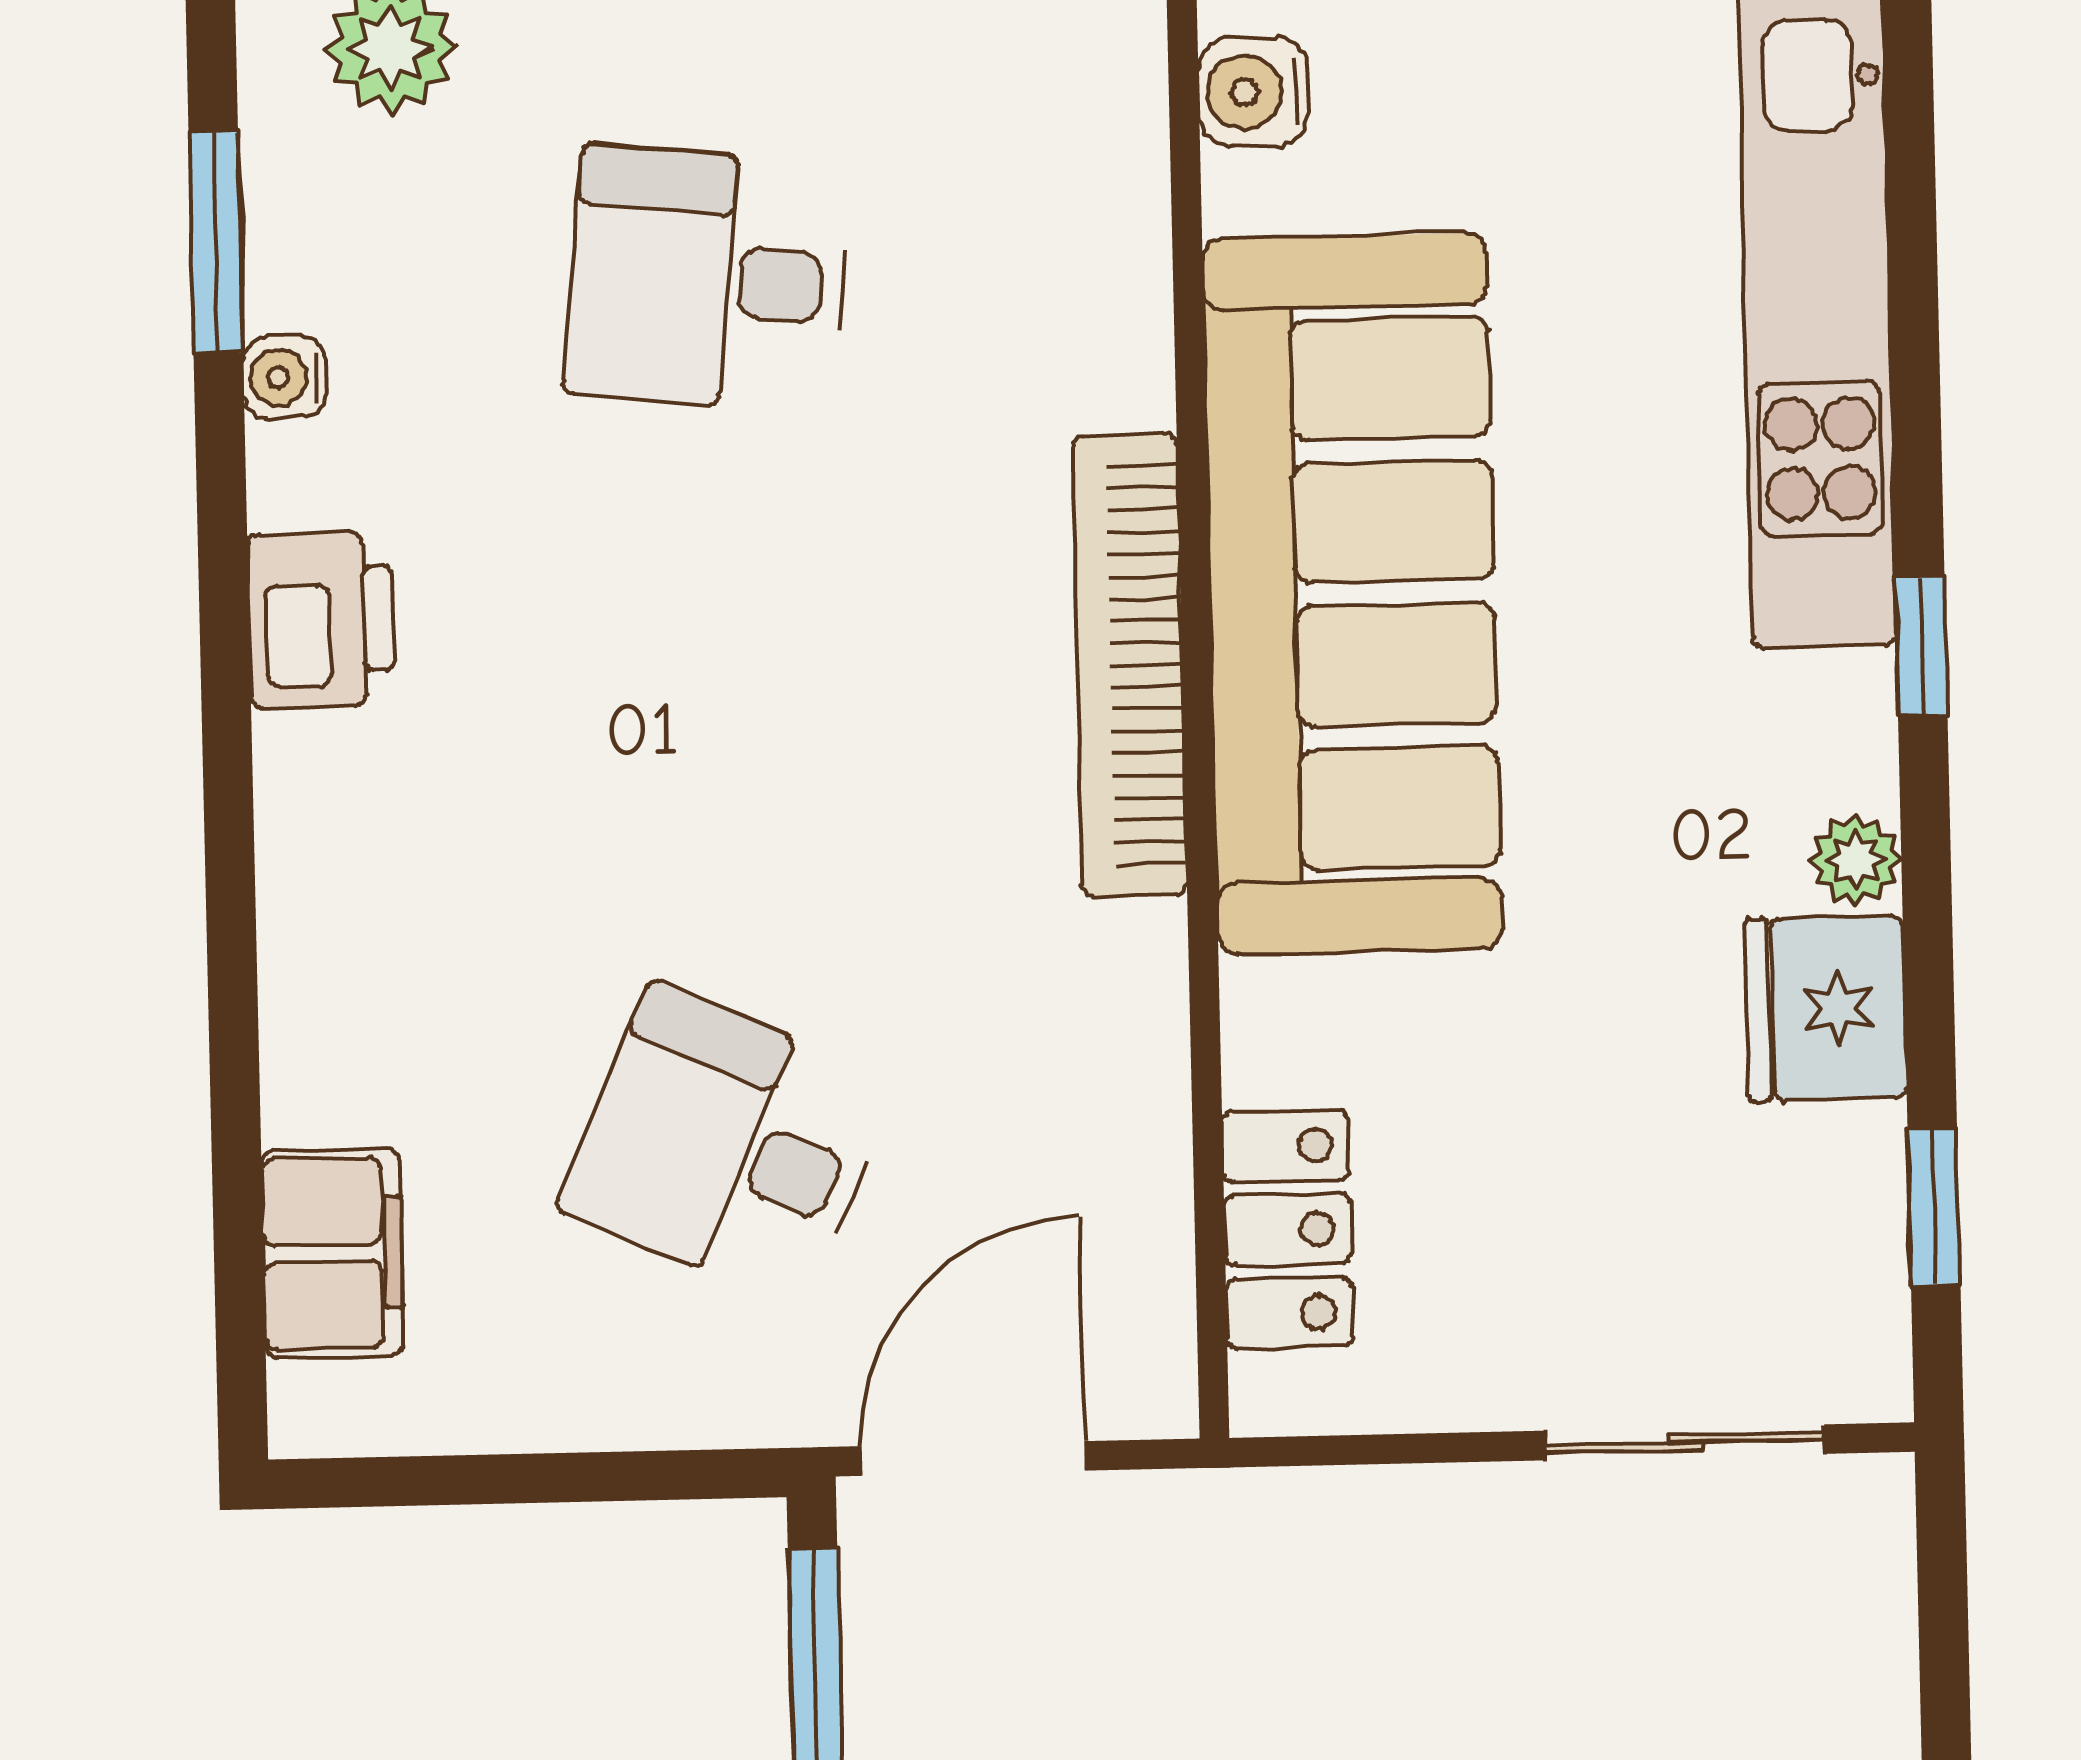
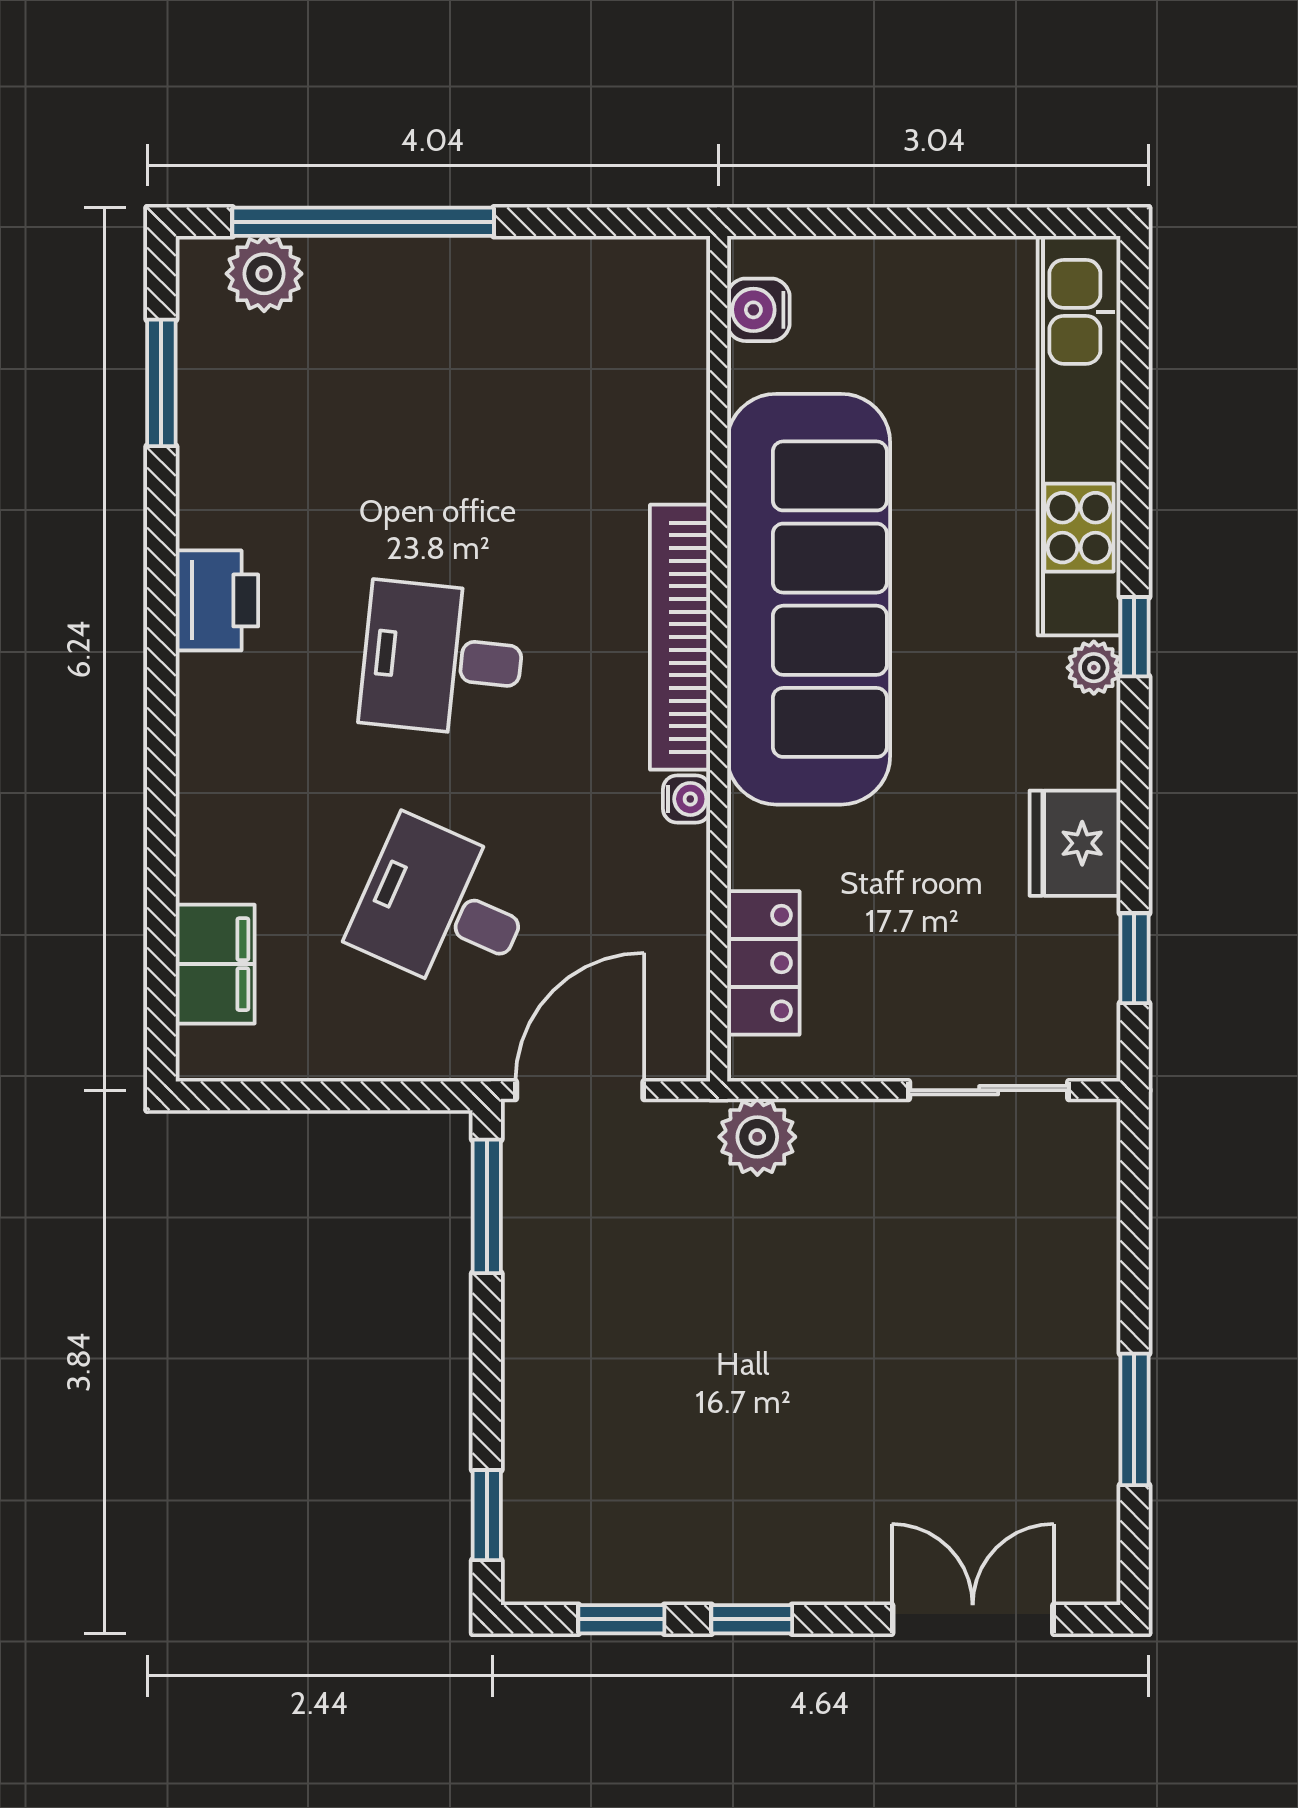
desk: (707, 279) -> (443, 659), moved
water cooler: (285, 378) -> (687, 799), moved, turned 180
plant: (1855, 860) -> (1094, 668), moved
plant: (1284, 1533) -> (757, 1137), added

